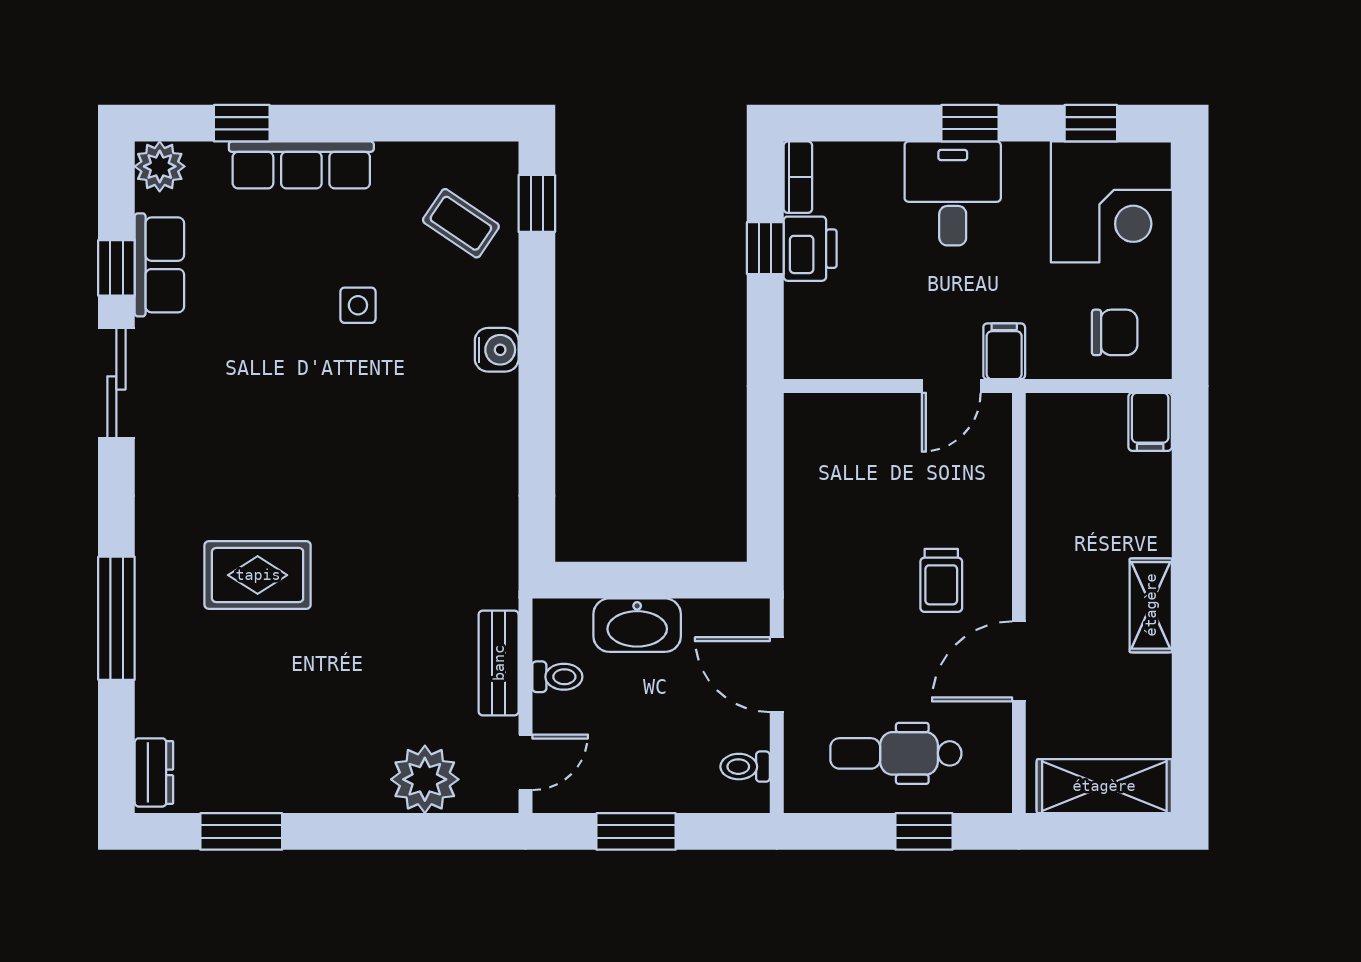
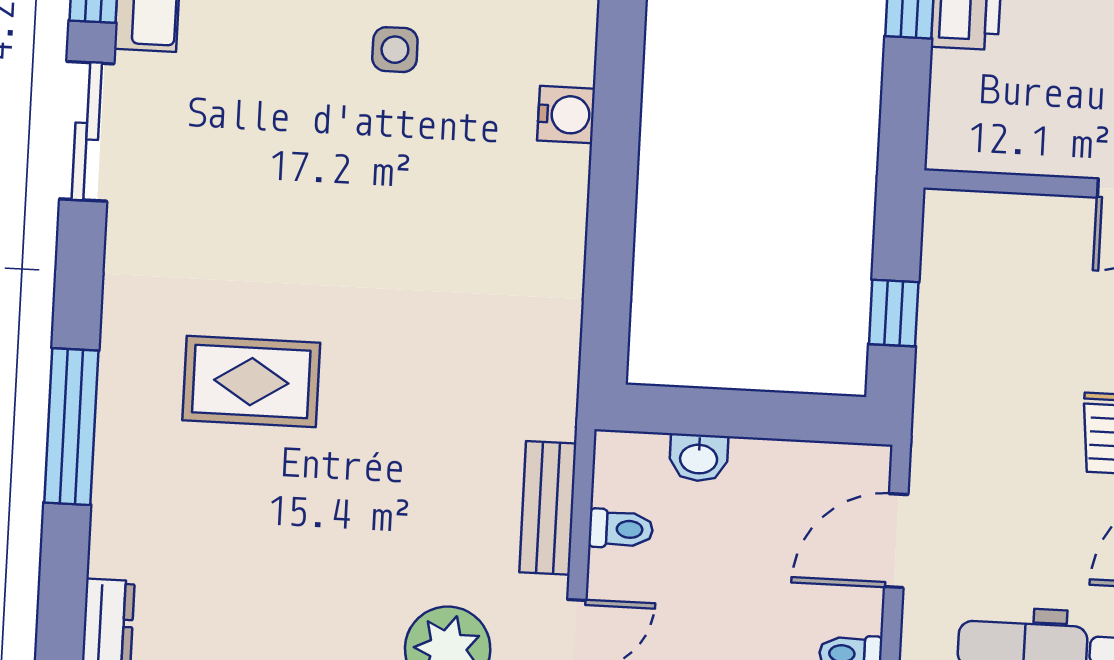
window: (765, 494) -> (894, 313), added
washbasin: (637, 625) -> (699, 458), width x0.52, depth x0.69
door: (777, 675) -> (896, 541), hinge flipped

